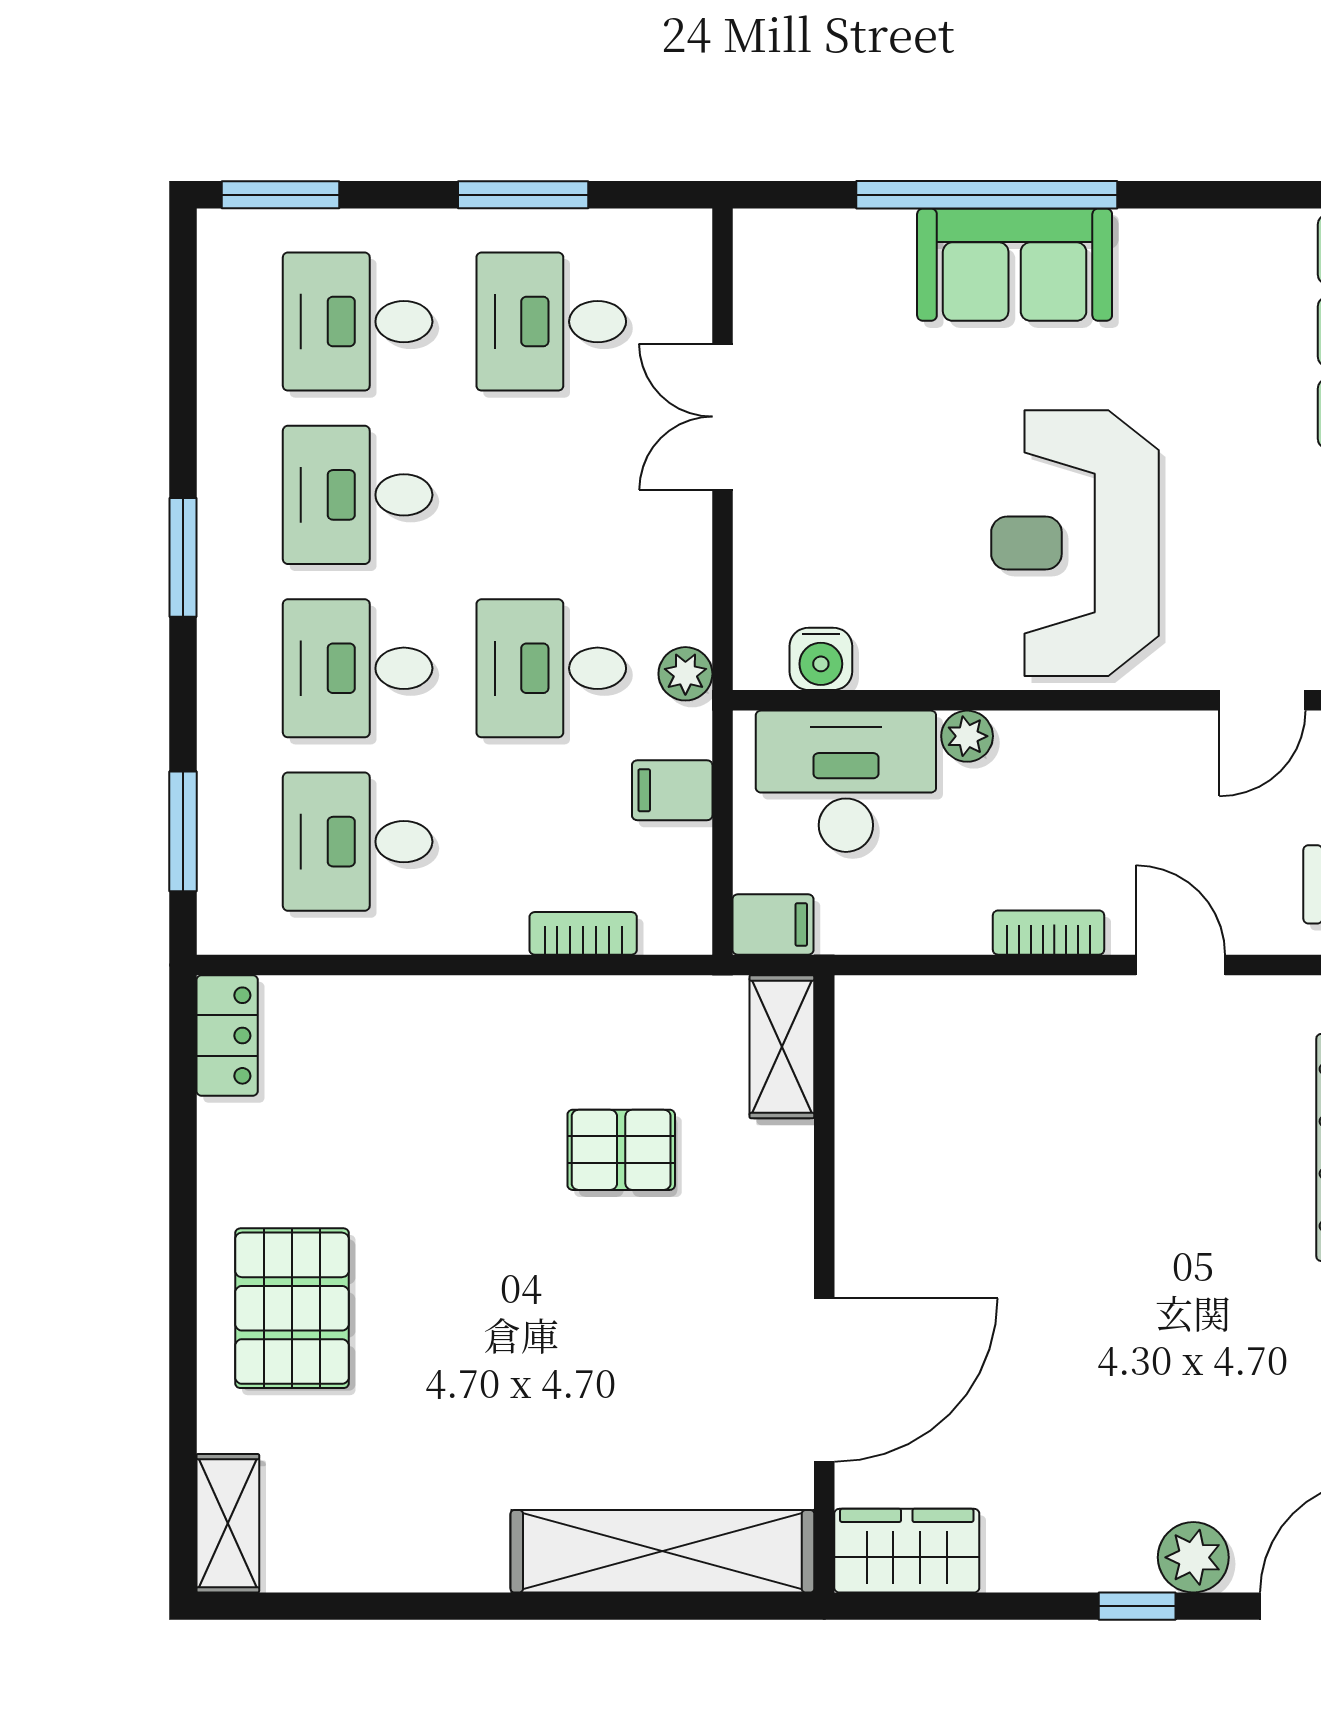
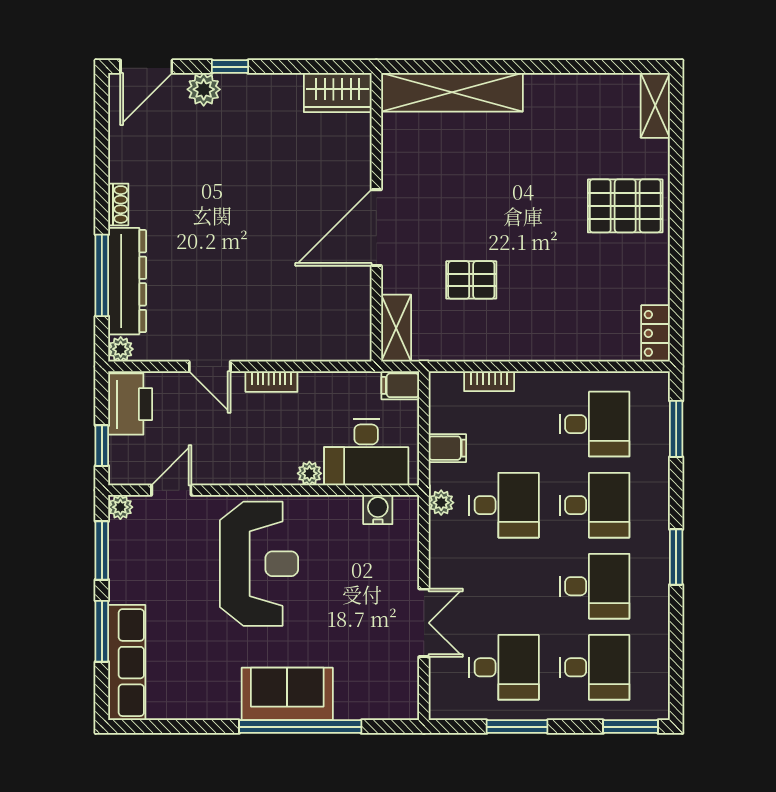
pallet: (292, 1308) -> (625, 206), turned 90
door: (824, 1380) -> (376, 228), moved

